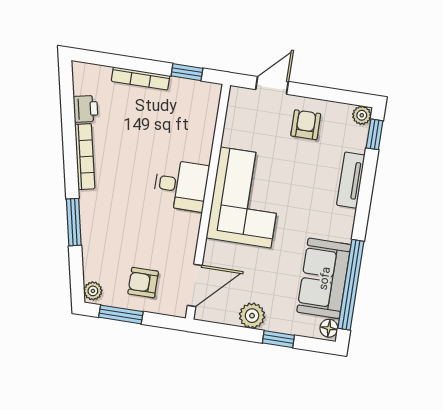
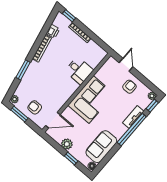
window: (187, 72) -> (69, 16), moved
door: (272, 85) -> (126, 65), hinge flipped
desk: (181, 185) -> (79, 71), moved
window: (351, 285) -> (132, 130), moved

